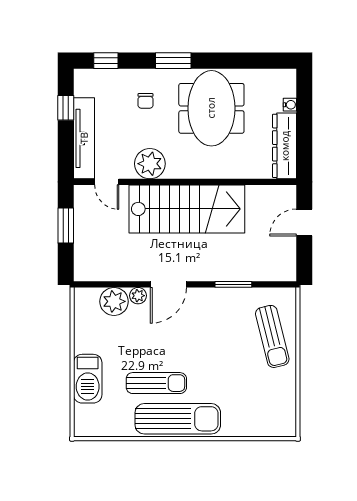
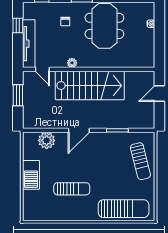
dresser: (285, 146) -> (148, 48), removed
plant: (150, 164) -> (72, 63), width x0.53, depth x0.53
plant: (138, 296) -> (61, 137), removed
barbecue: (88, 379) -> (31, 175), moved
sun lounger: (178, 419) -> (124, 209), moved

